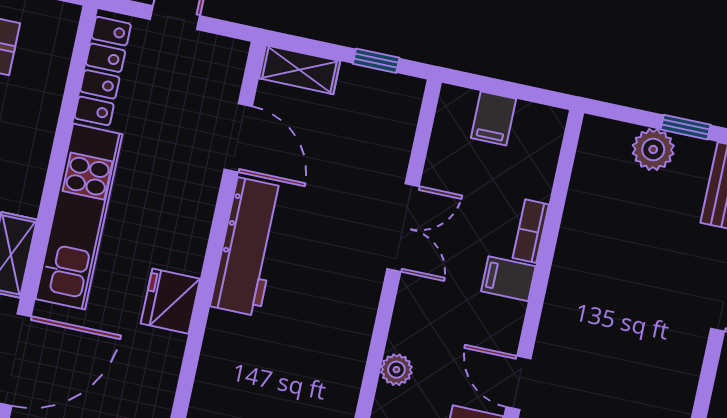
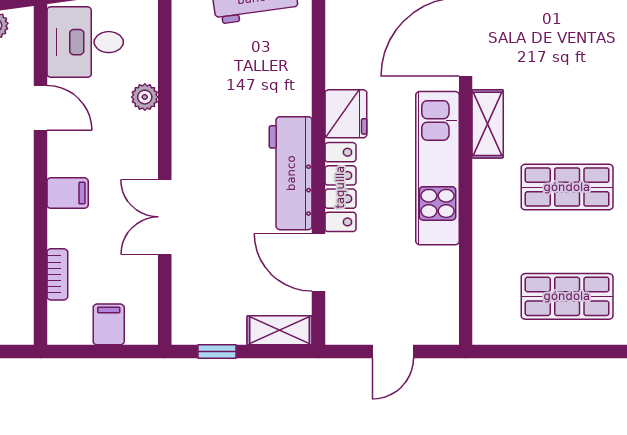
locker: (103, 71) -> (340, 187), moved, turned 180
bookcase: (531, 231) -> (57, 274), moved

